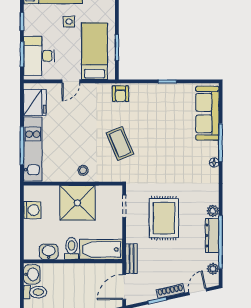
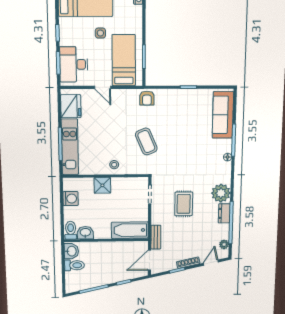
door: (71, 81) -> (103, 87), hinge flipped
shower: (77, 203) -> (102, 185), width x0.54, depth x0.54
plant: (213, 211) -> (221, 193), width x1.87, depth x1.87
rug: (164, 218) -> (184, 204), width x0.73, depth x0.70
dresser: (212, 236) -> (224, 213), width x0.70
toilet: (72, 249) -> (71, 230), moved

